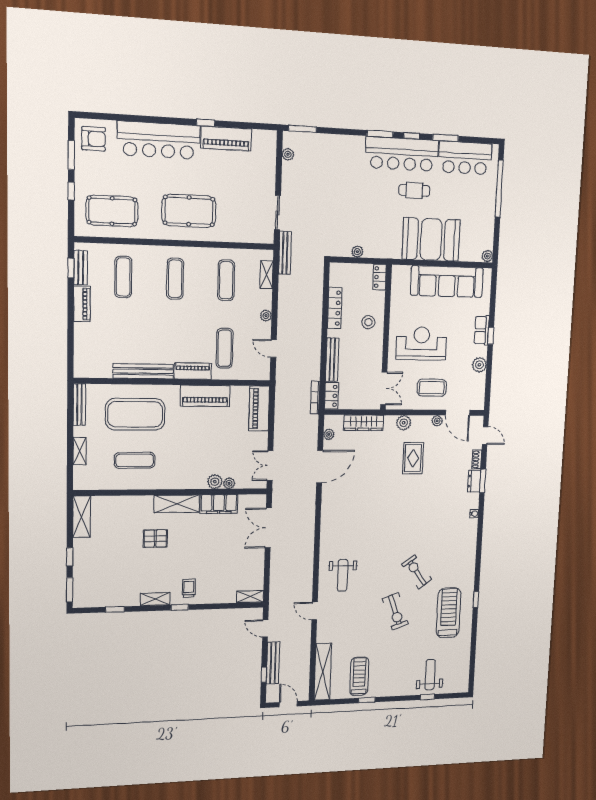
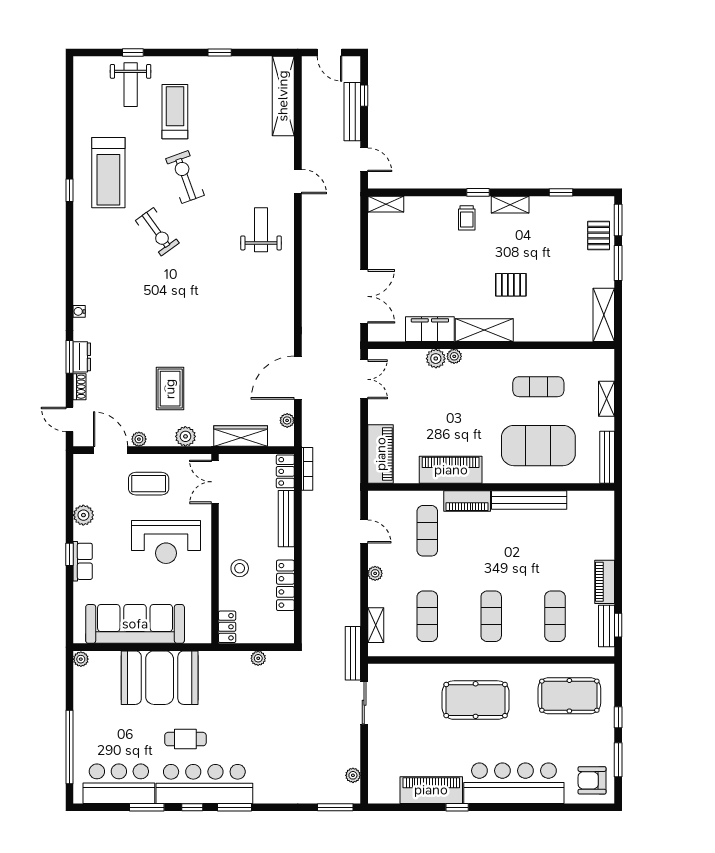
plant: (229, 483) -> (454, 356), moved
window: (70, 557) -> (618, 263), width x1.50
pallet: (85, 578) -> (599, 235), added
treadmill: (359, 676) -> (175, 112), moved, turned 180

